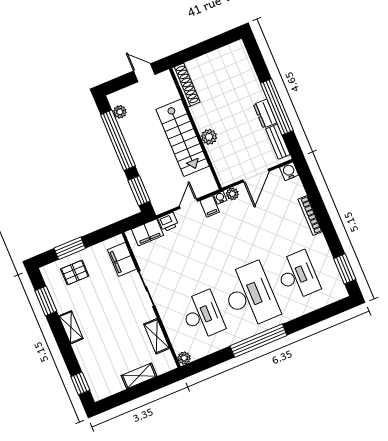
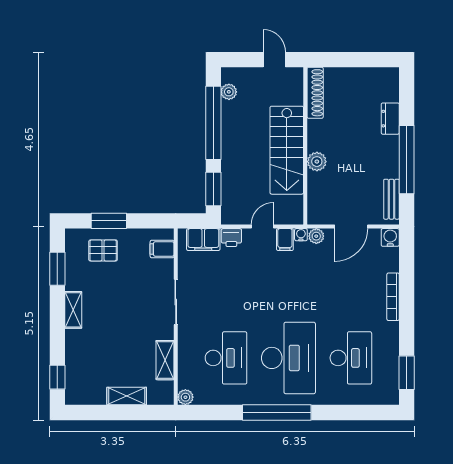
dresser: (265, 114) -> (390, 119), moved
filing cabinet: (122, 259) -> (162, 249), width x0.50

